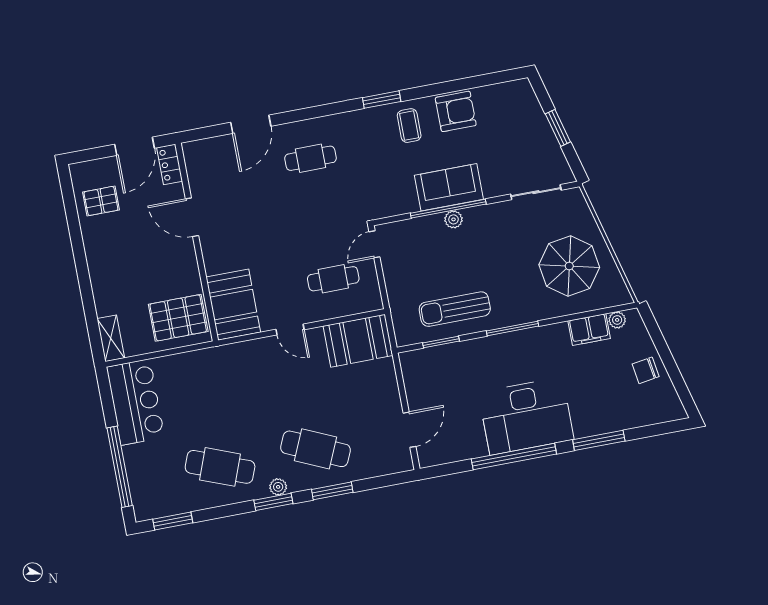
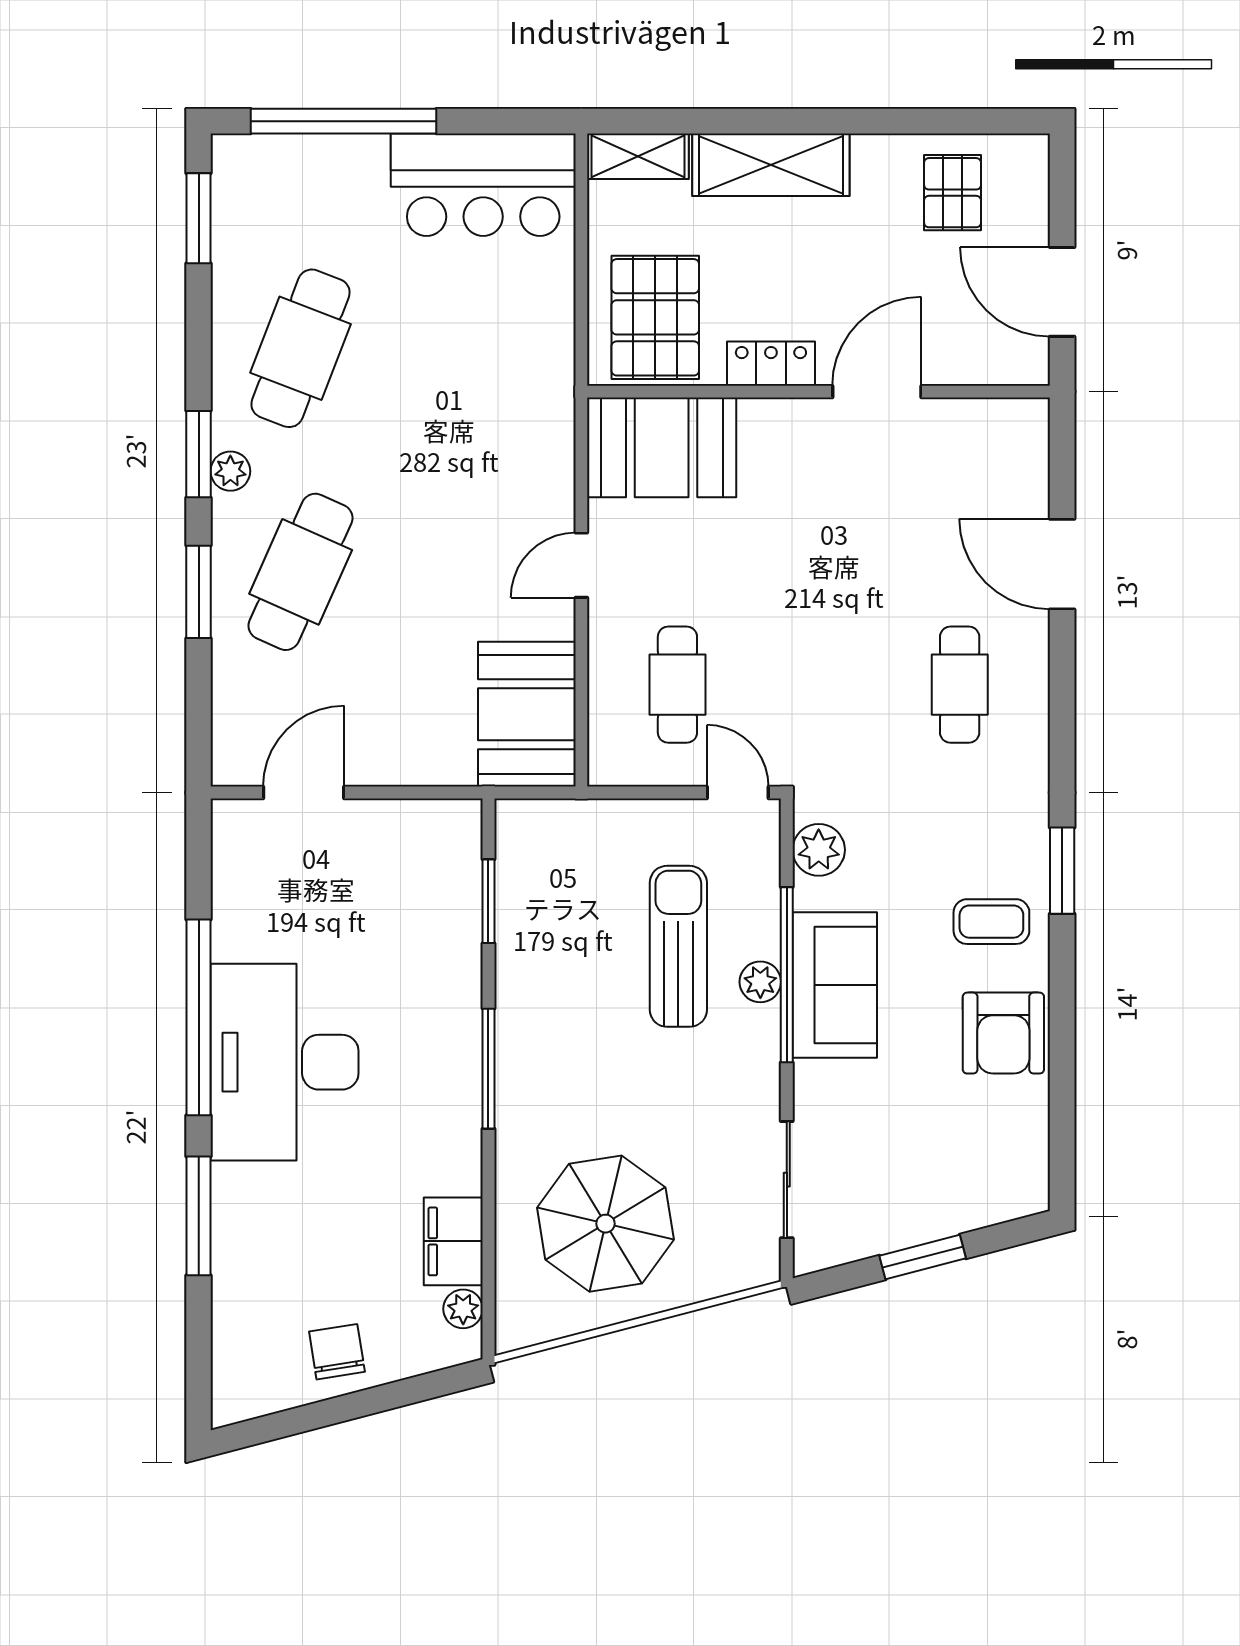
locker: (170, 164) -> (771, 364), moved
plant: (392, 205) -> (819, 850), added
shelving: (104, 281) -> (771, 165), added
sun lounger: (455, 309) -> (678, 946), moved
door: (410, 430) -> (304, 793), swing flipped

